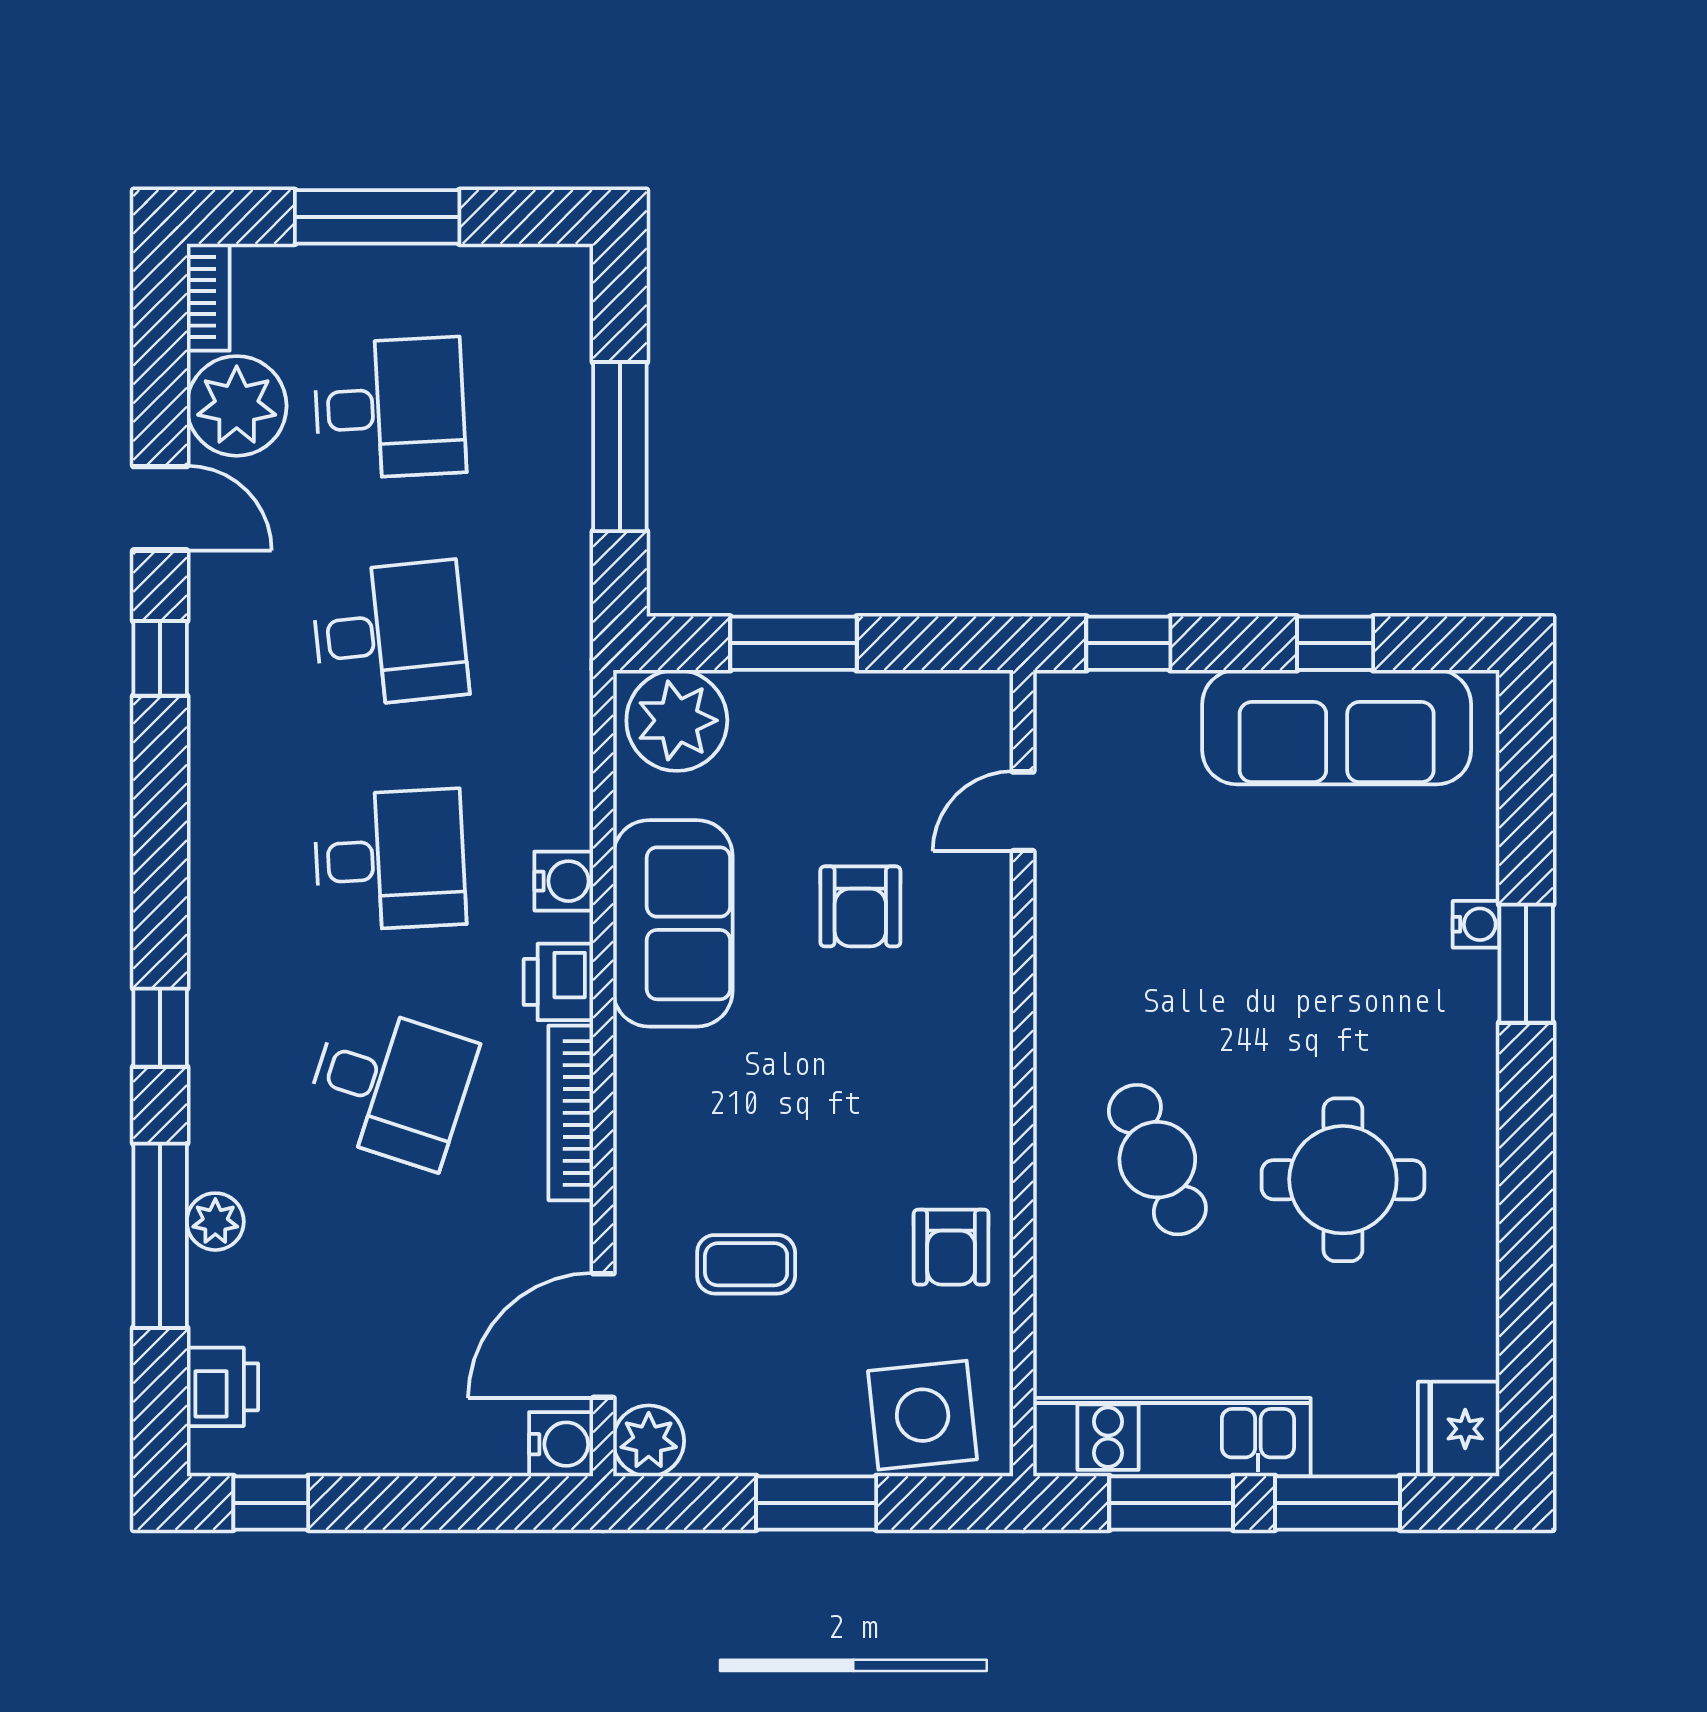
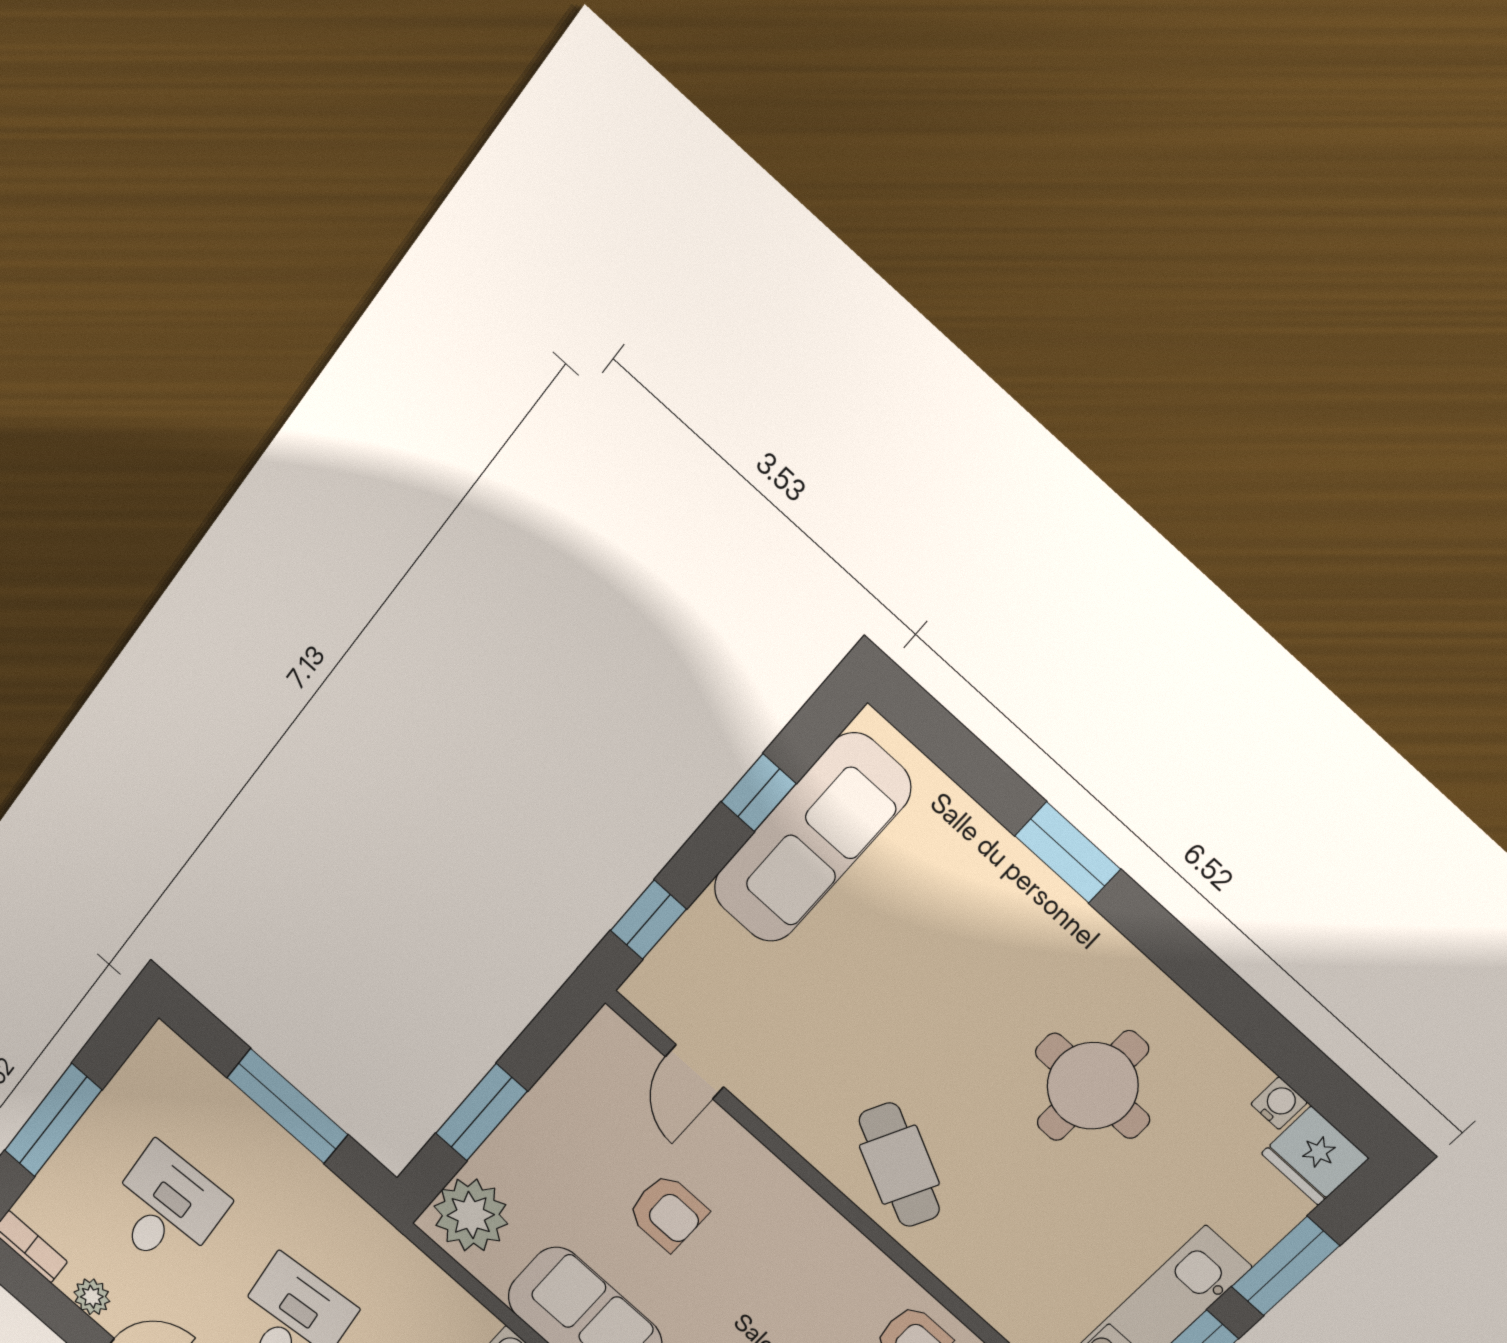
plant: (237, 406) -> (92, 1297), width x0.53, depth x0.53
water cooler: (1476, 924) -> (1279, 1103), moved
cafe table: (1157, 1160) -> (899, 1165), moved, turned 50

